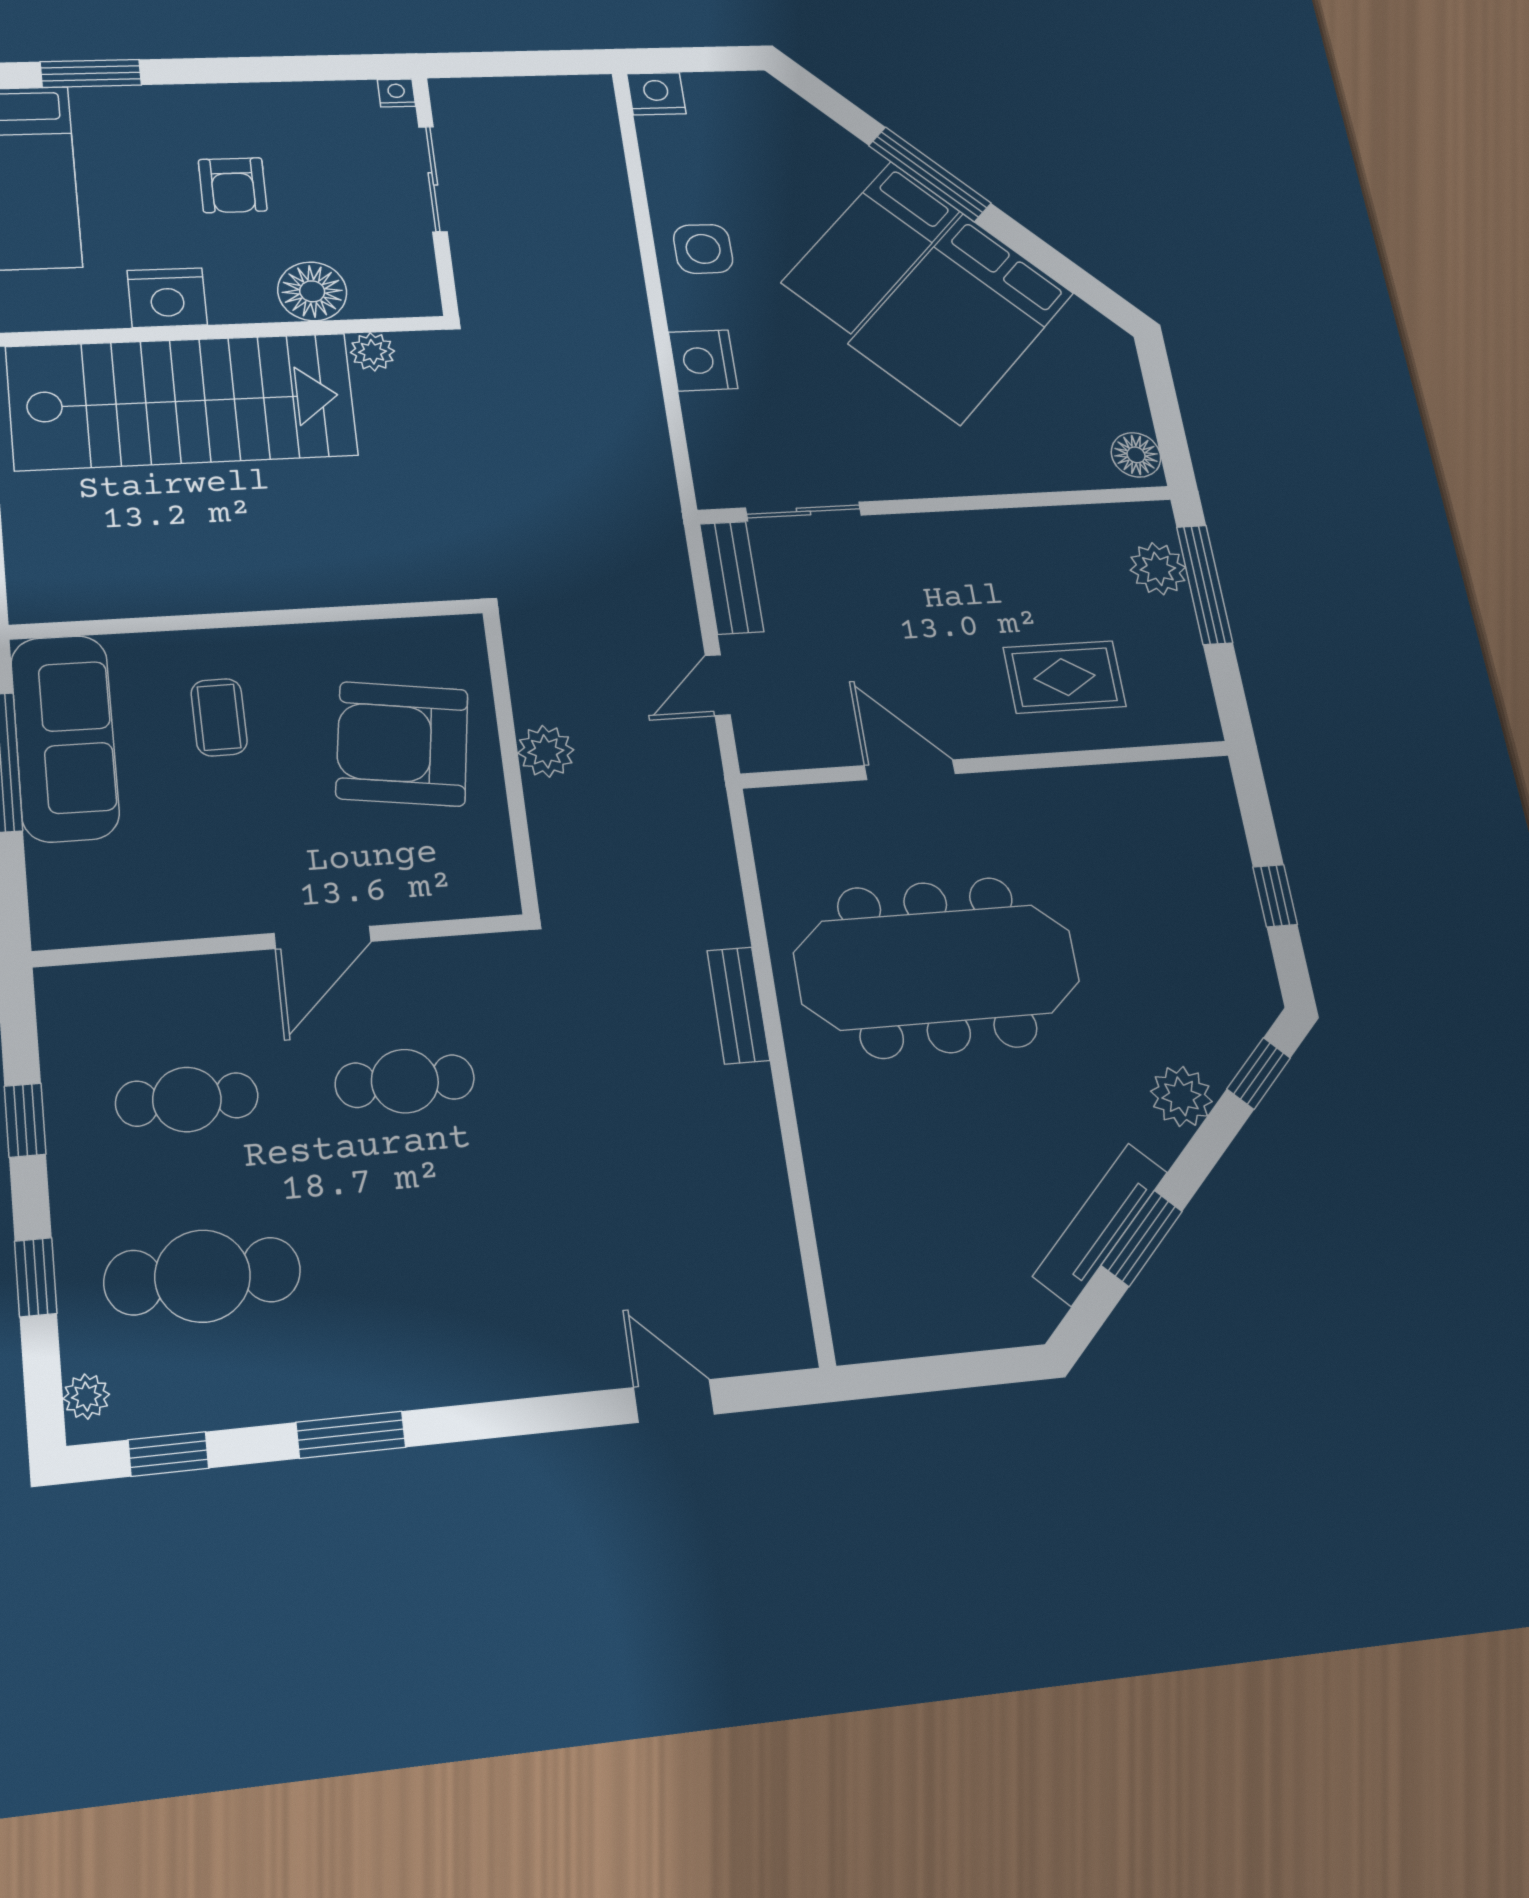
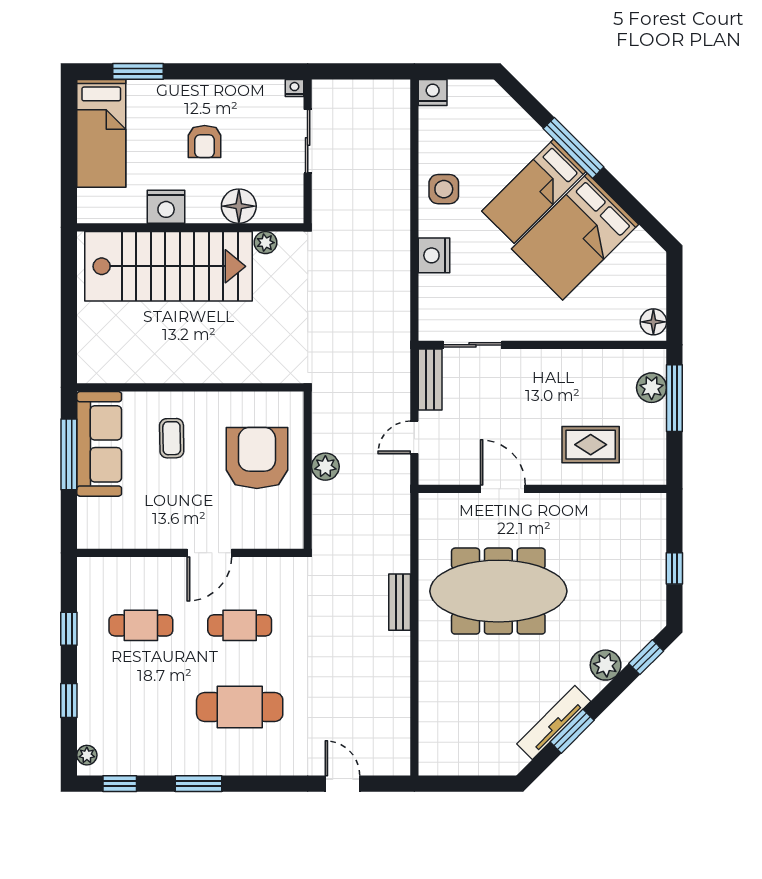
armchair: (402, 744) -> (257, 458), turned 82
cafe table: (202, 1276) -> (240, 707), moved

